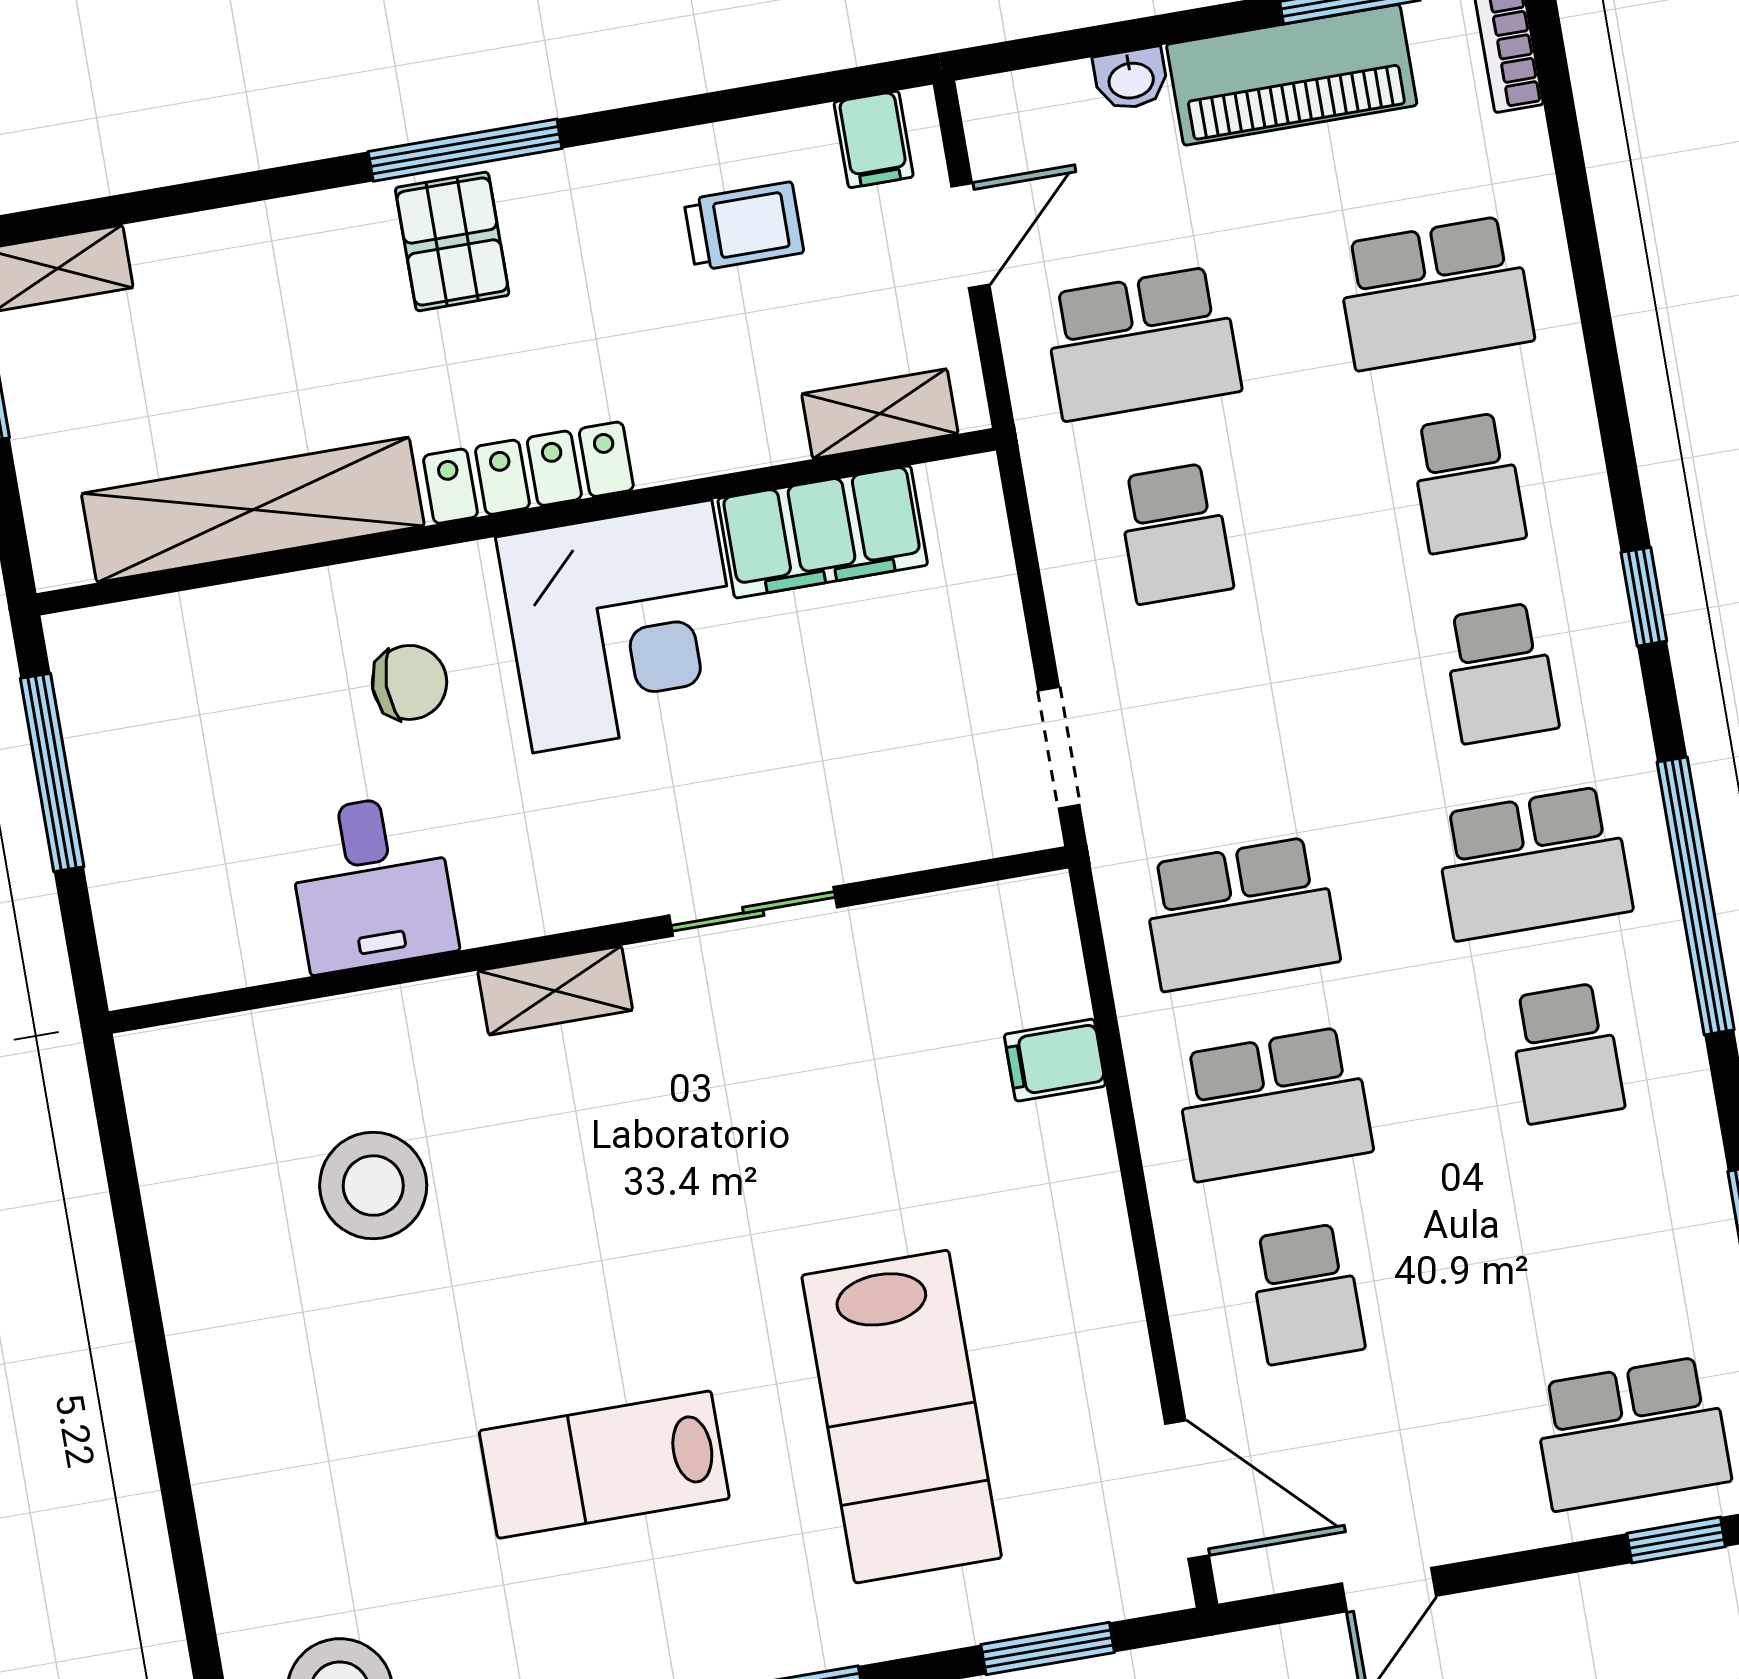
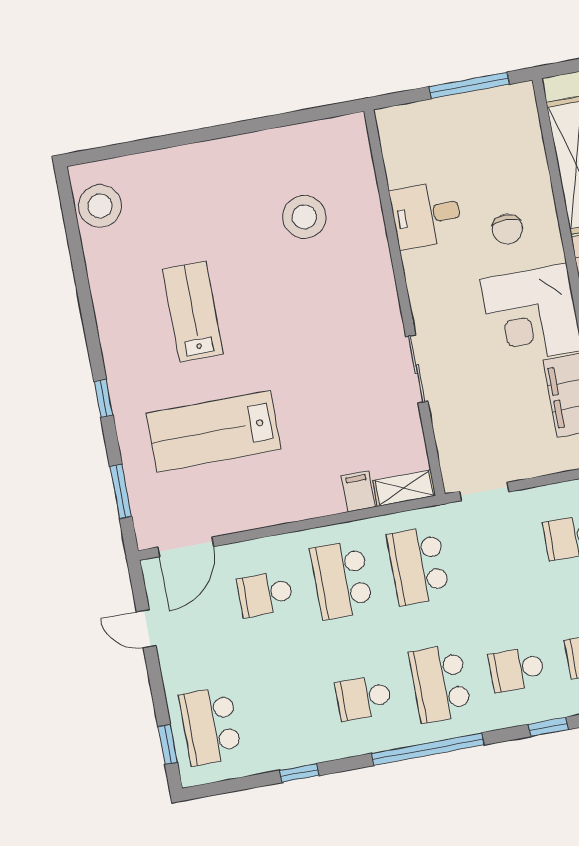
shelving: (555, 991) -> (404, 488), moved, turned 90

